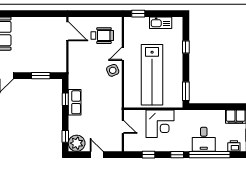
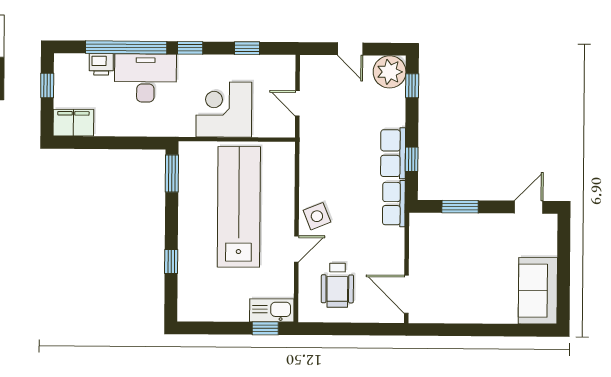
kitchen sink: (161, 23) -> (272, 310), moved
wheelchair: (102, 36) -> (337, 285), turned -90
row of seats: (74, 77) -> (394, 204), added
desk: (204, 139) -> (145, 78), width x1.37
printer: (234, 146) -> (101, 64), moved

